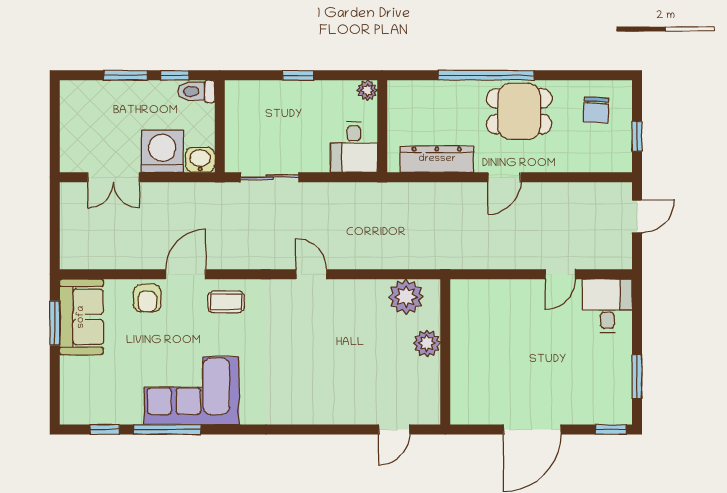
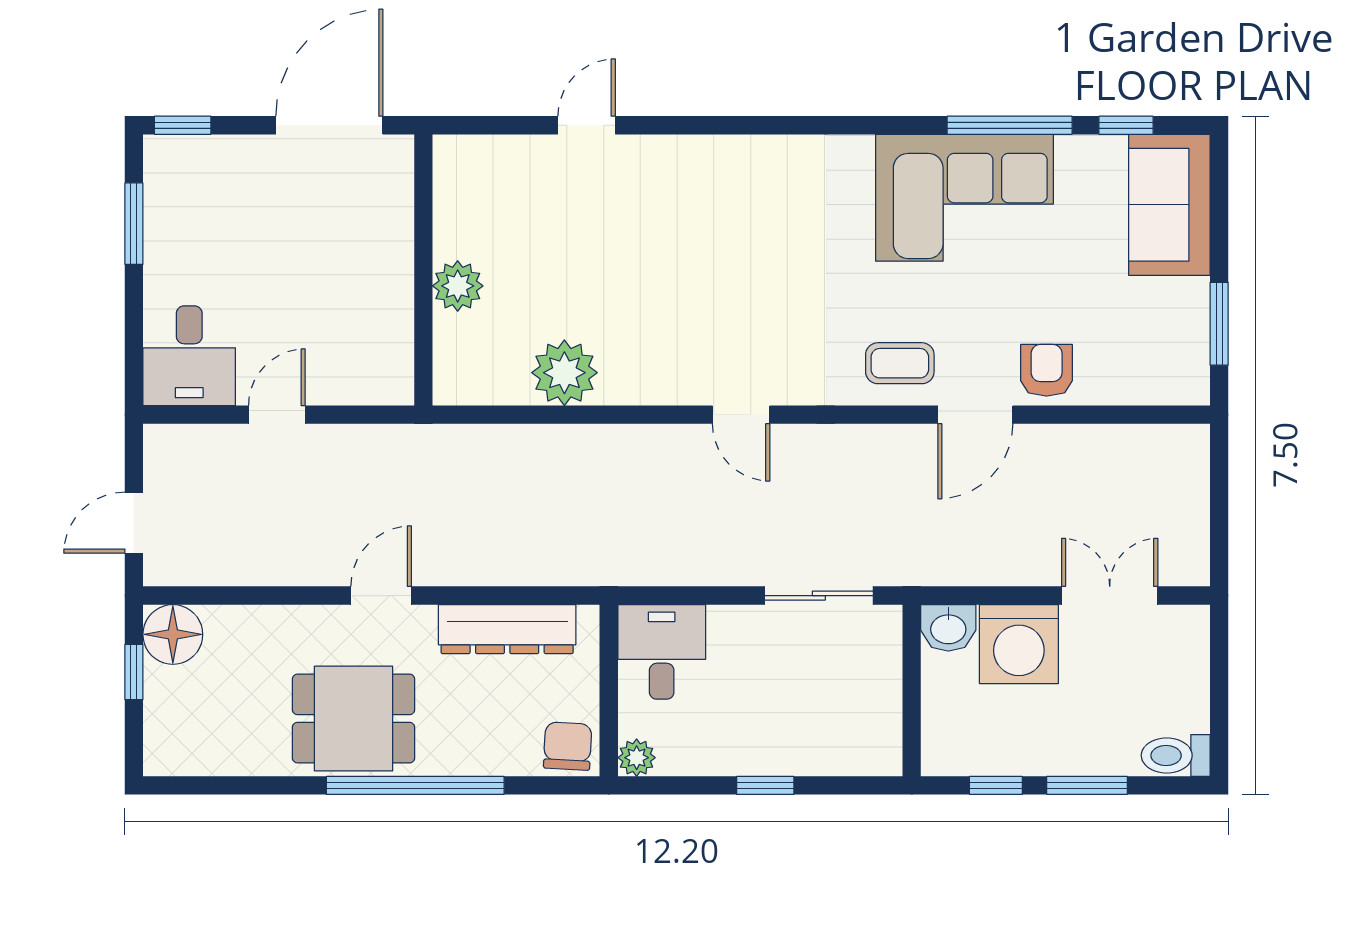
toilet: (196, 91) -> (1176, 755), moved, turned 180
chair: (596, 110) -> (568, 746), moved
floor lamp: (616, 156) -> (173, 634), added
sofa: (81, 317) -> (1169, 205), moved
plant: (427, 343) -> (458, 286), moved
wall: (445, 352) -> (423, 270), moved

